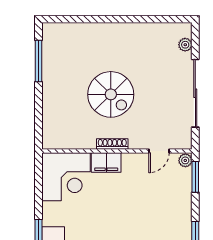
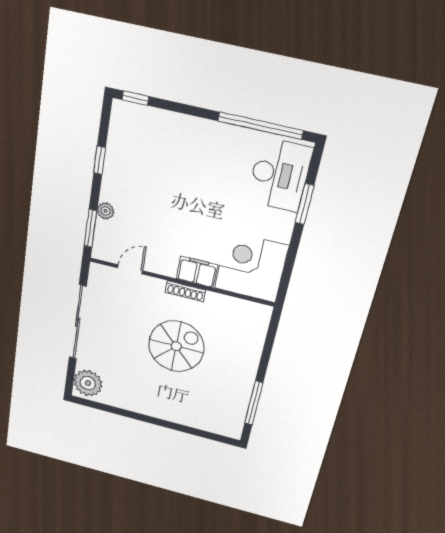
plant: (185, 45) -> (88, 383), width x1.88, depth x1.88
spiral stairs: (111, 94) -> (176, 346), turned 90
plant: (185, 160) -> (106, 211), moved

